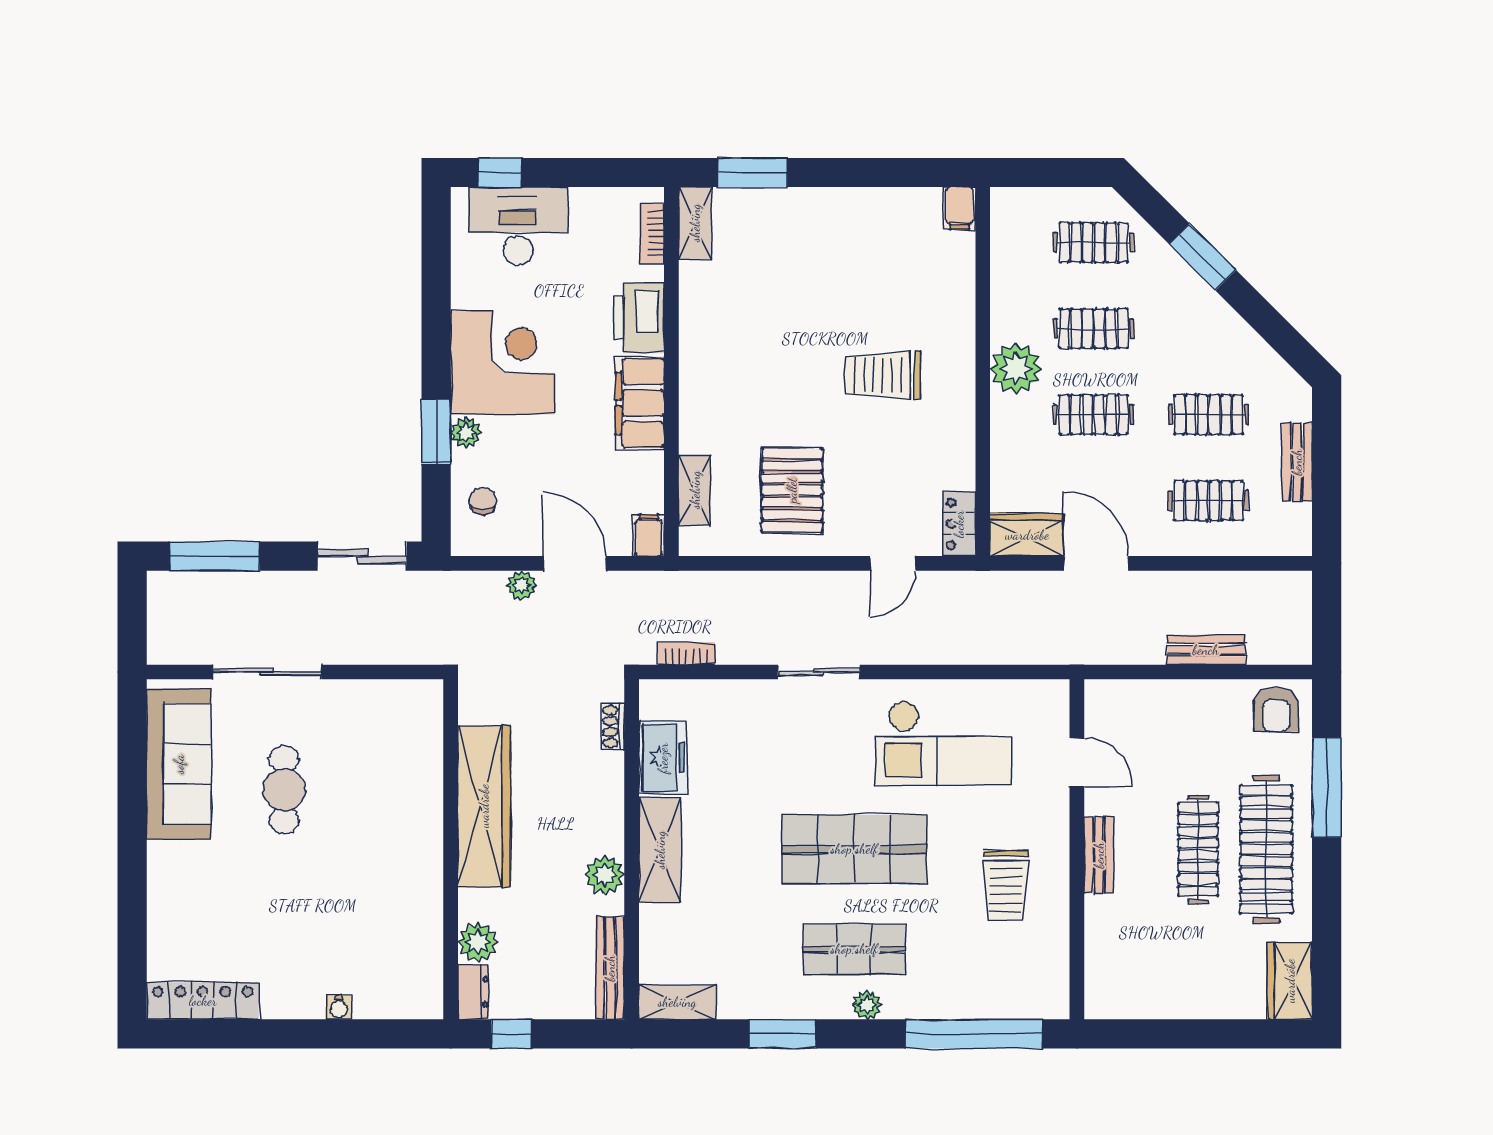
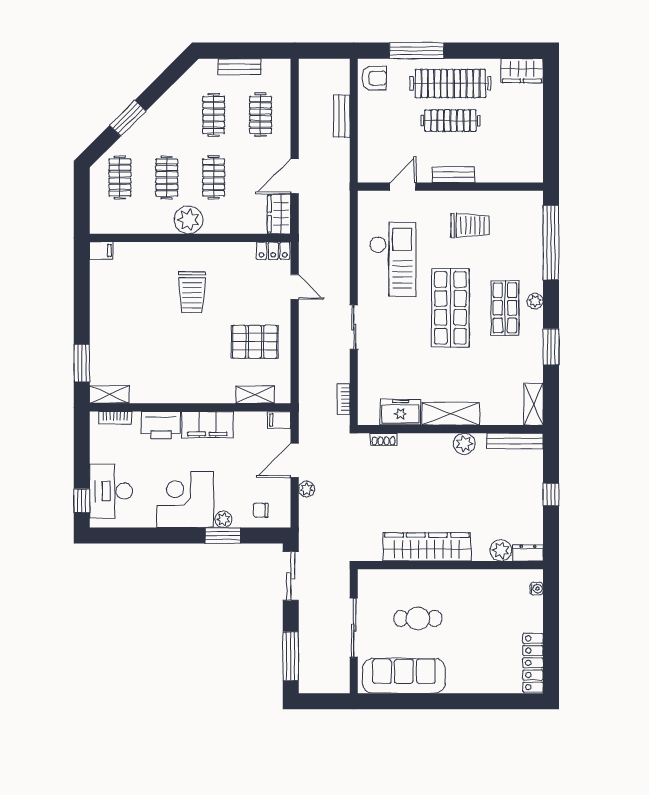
wardrobe: (484, 806) -> (427, 547), moved
wall: (451, 849) -> (450, 565), moved
plant: (478, 942) -> (501, 550), moved
dresser: (473, 992) -> (528, 553), moved

